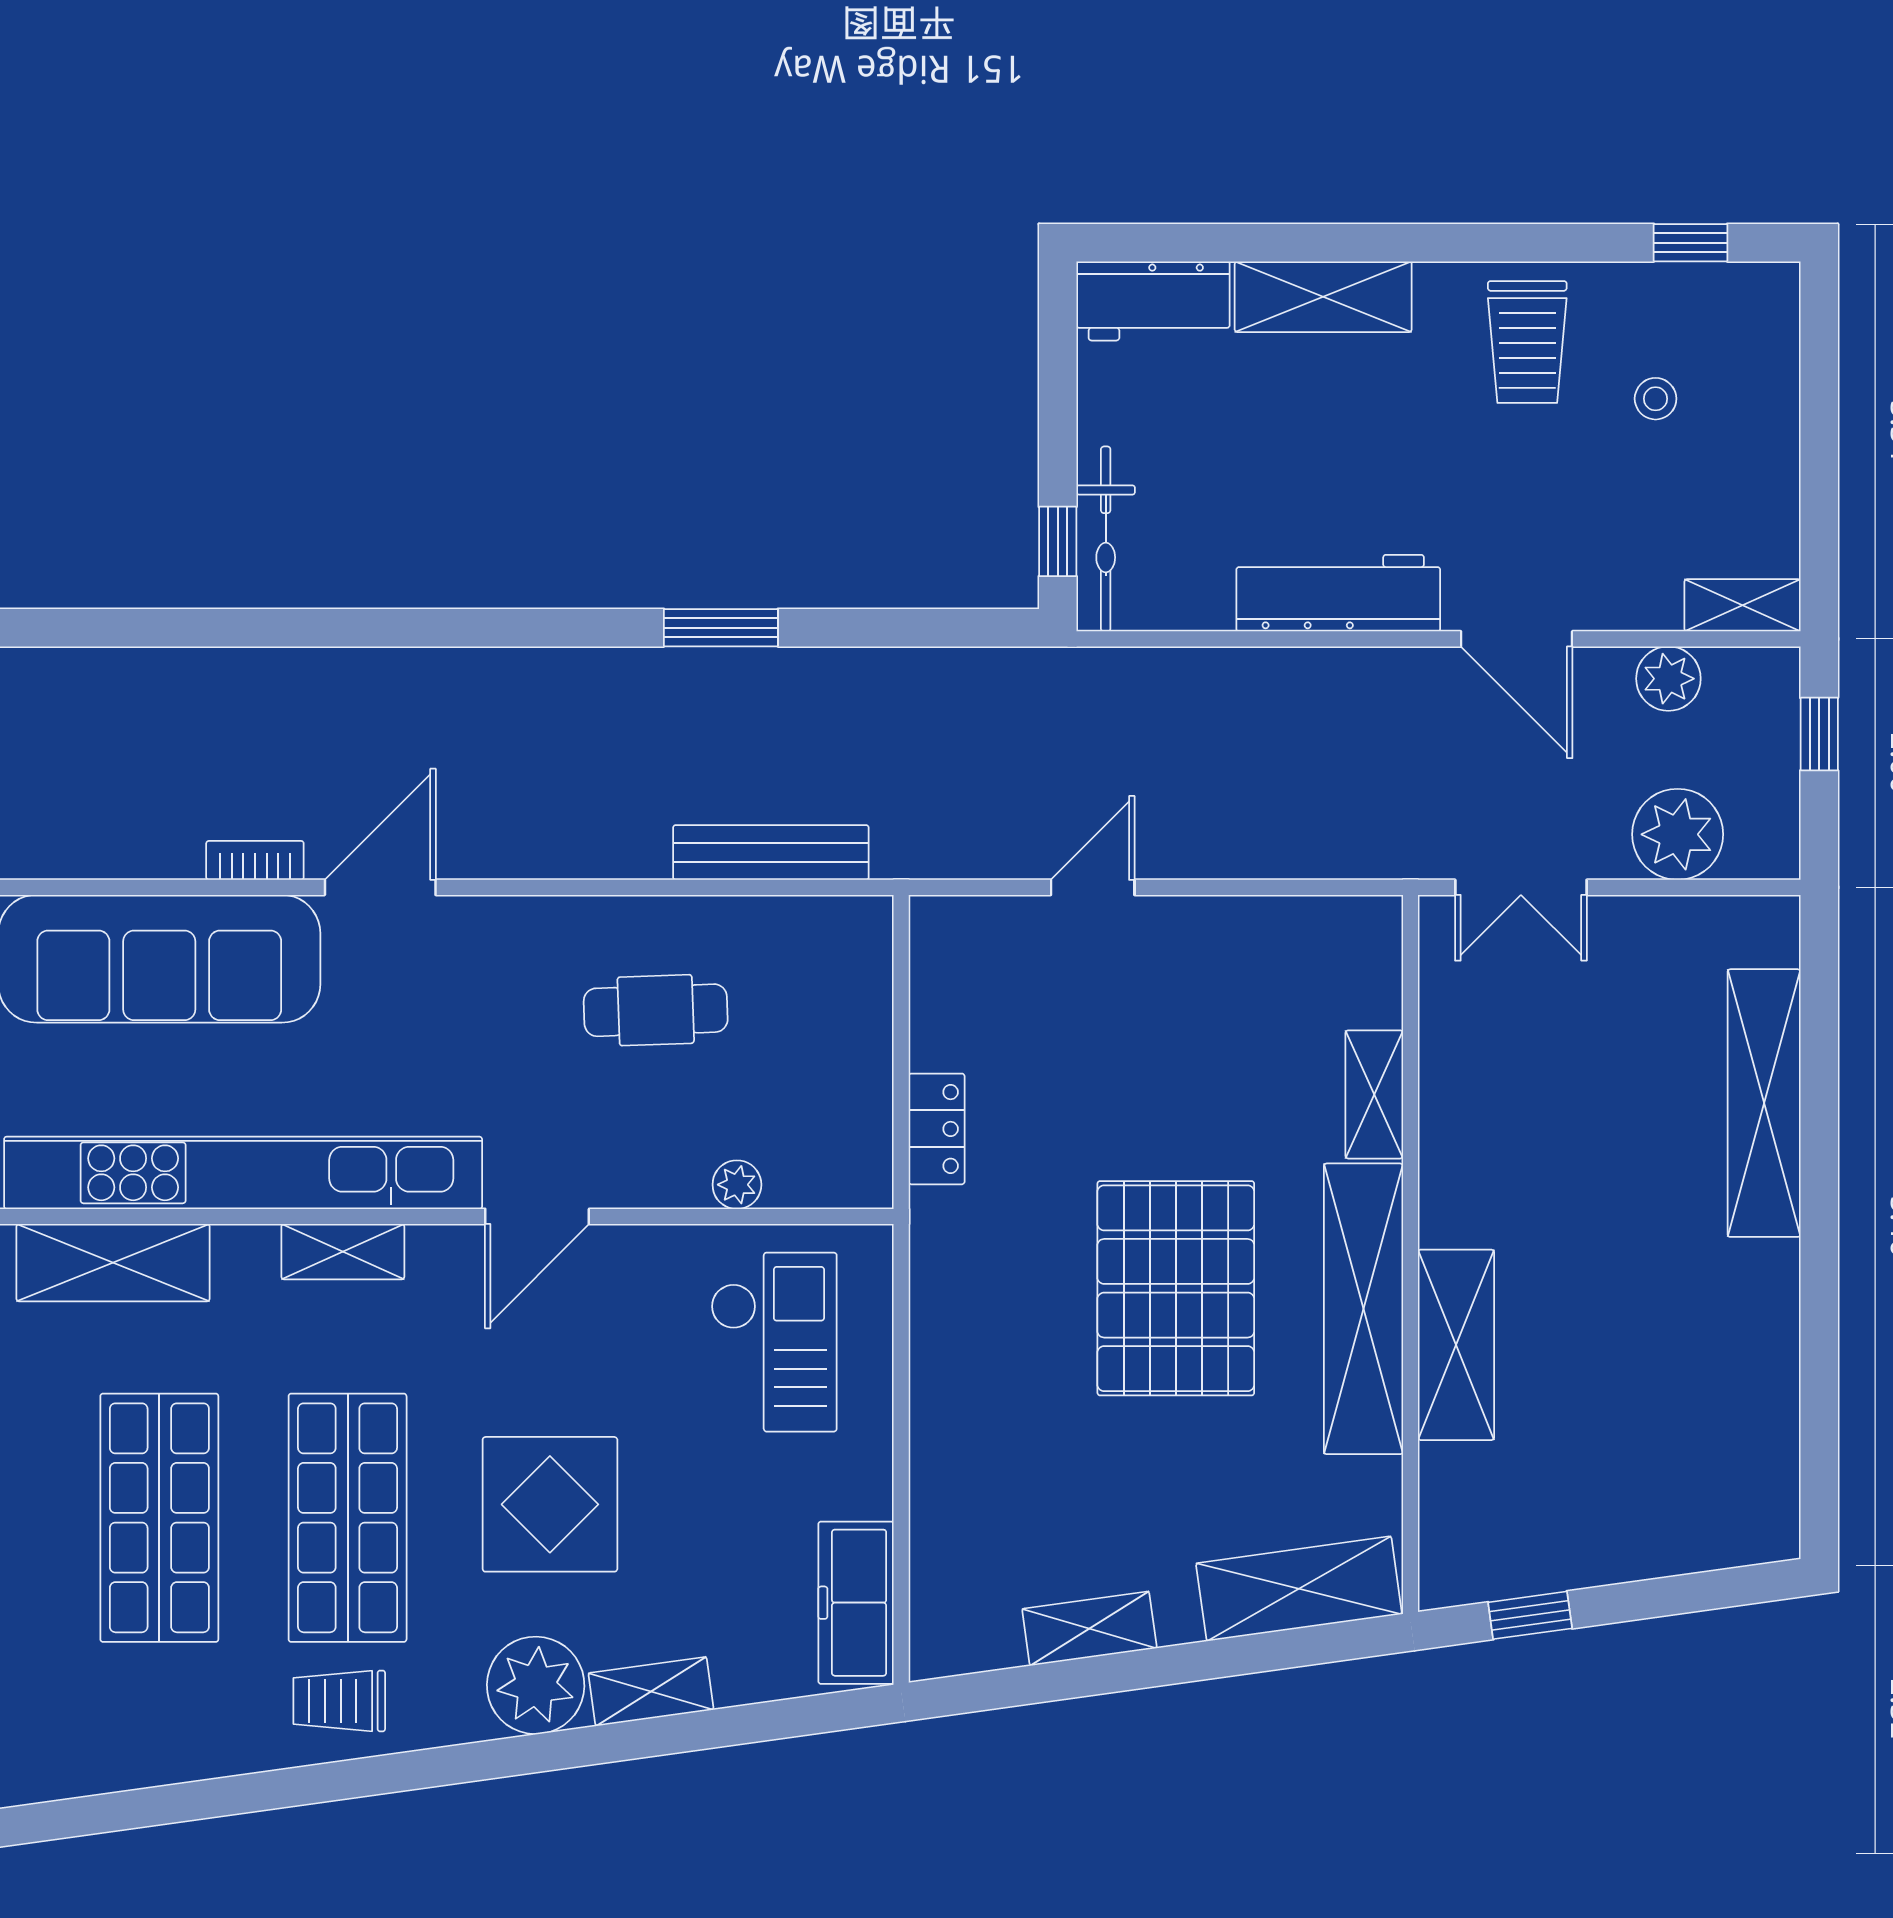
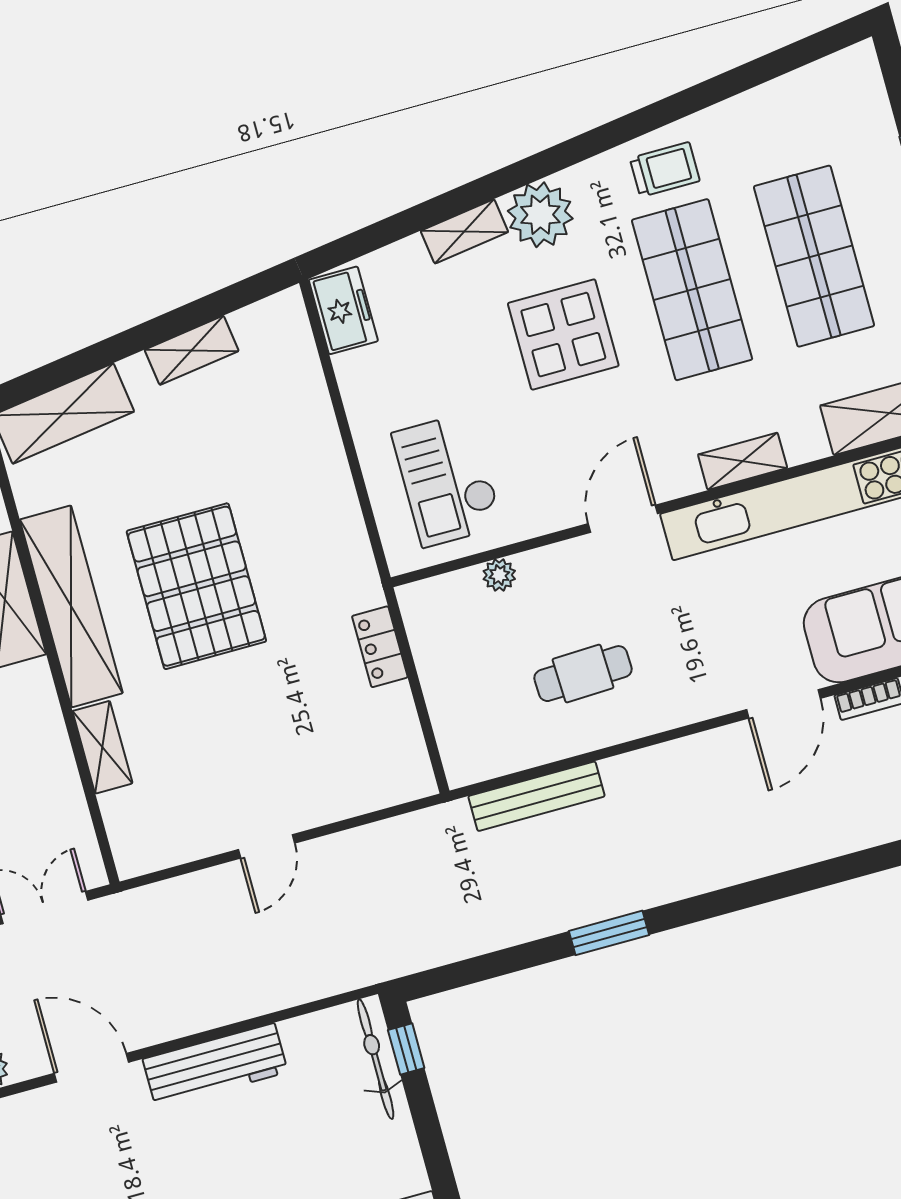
door: (1093, 887) -> (266, 846), moved
freezer: (856, 1603) -> (343, 310), width x0.71

